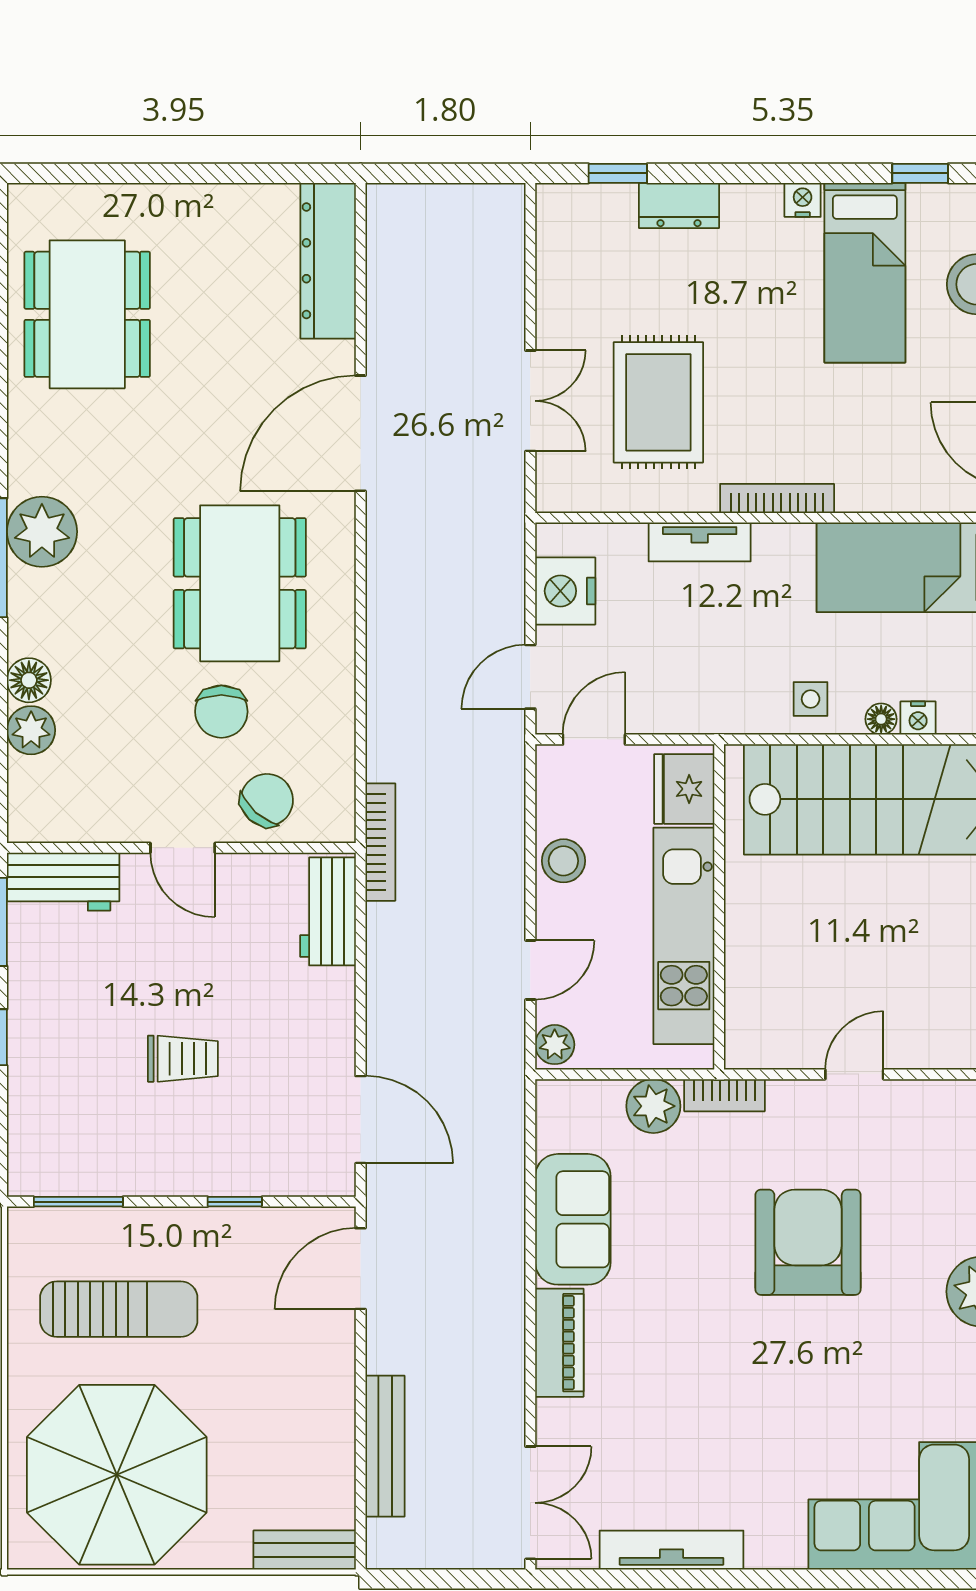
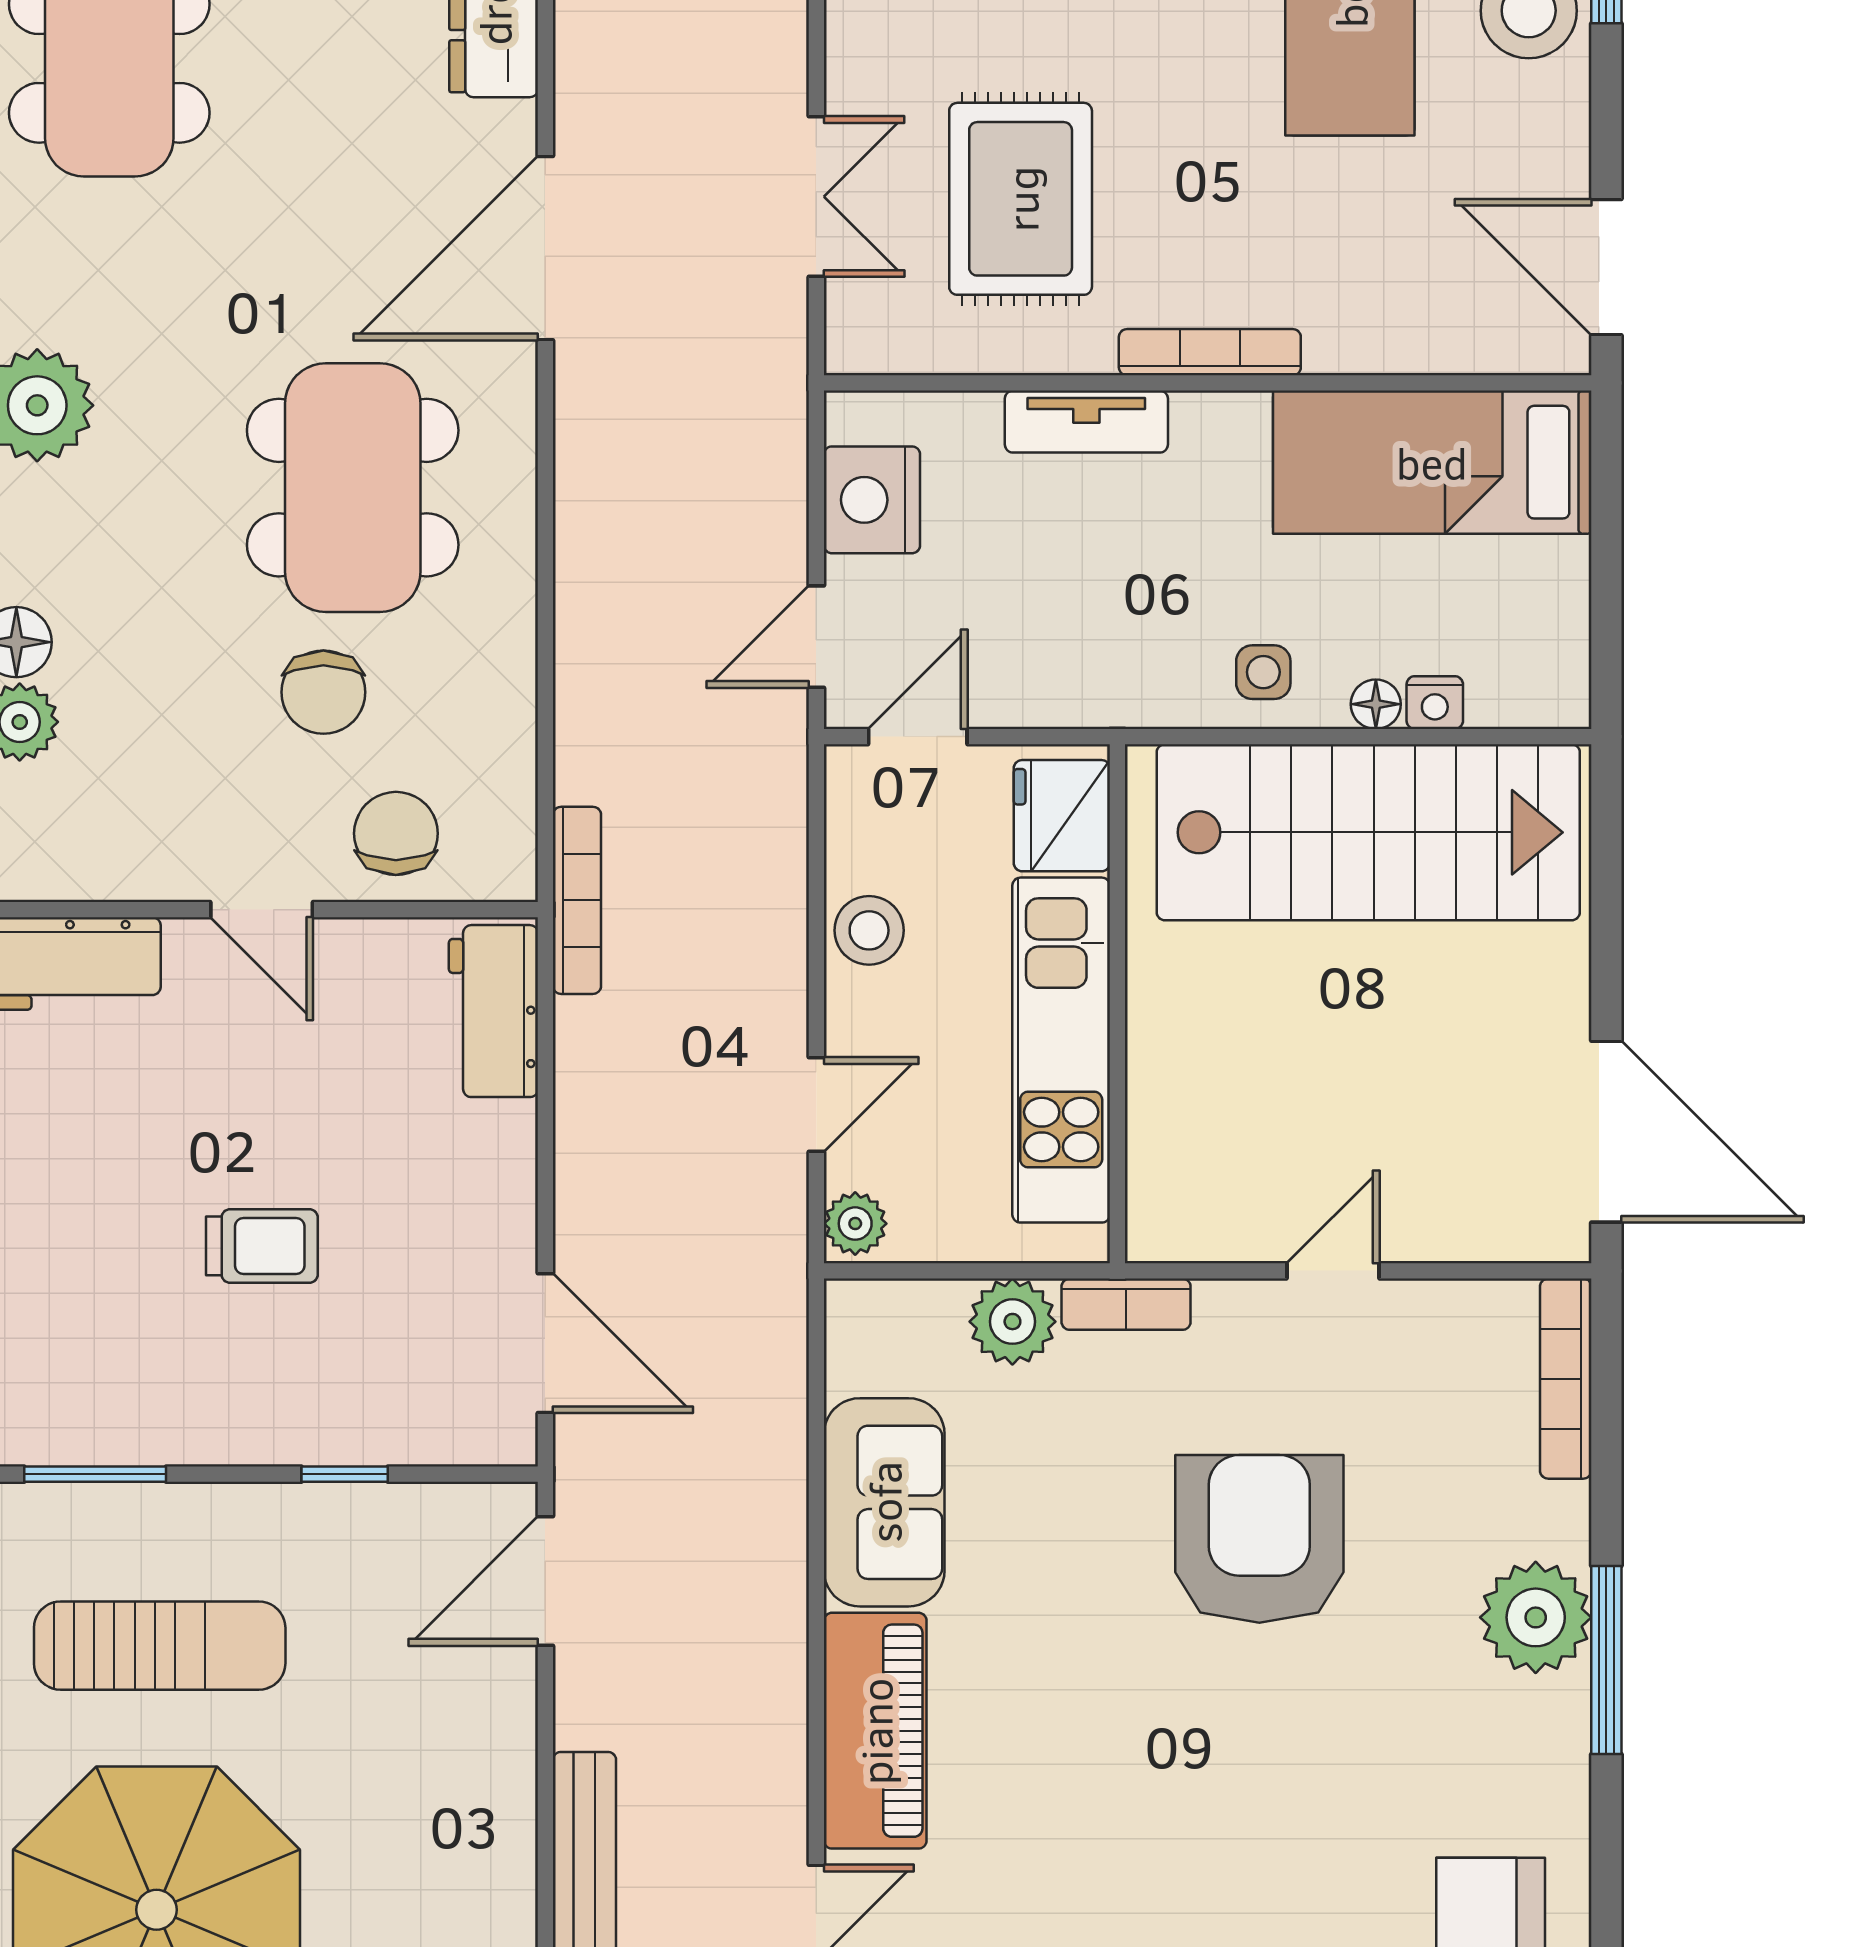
chair: (267, 800) -> (396, 833), turned -42
piano: (559, 1343) -> (875, 1731), width x1.37, depth x1.33

